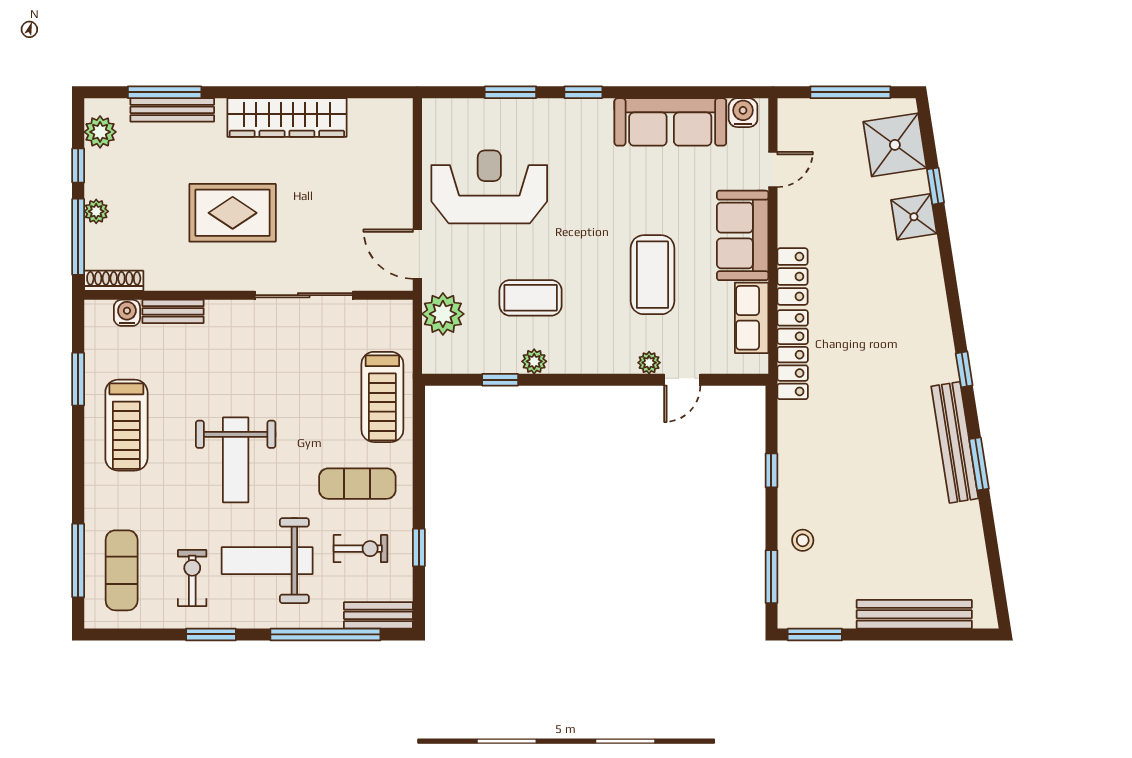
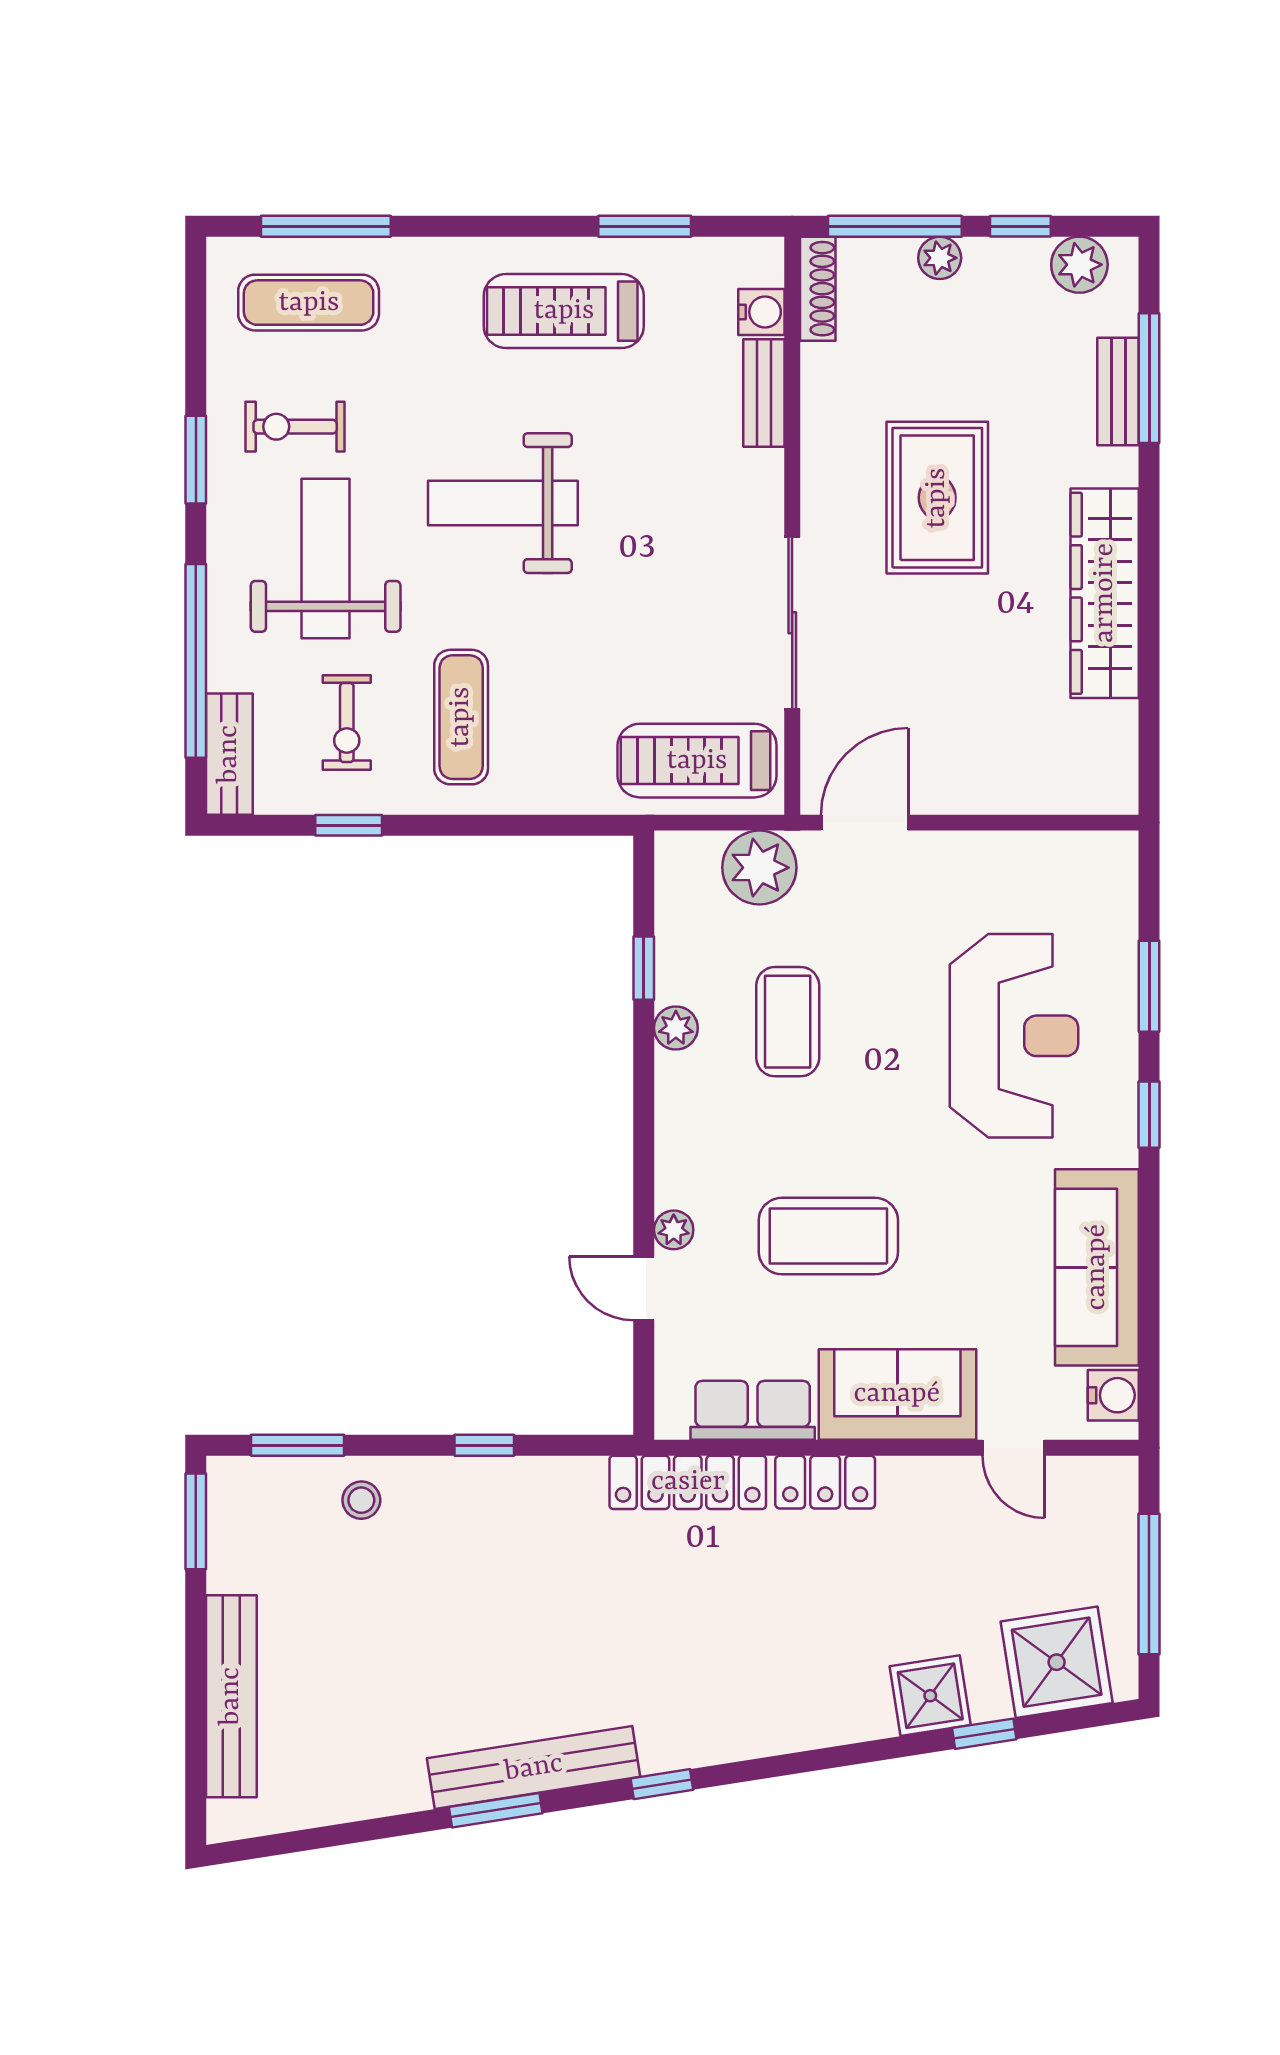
bench: (172, 110) -> (1118, 392), width x0.73
reception desk: (489, 187) -> (1014, 1036), moved
treadmill: (382, 397) -> (697, 761), moved
exercise bike: (192, 578) -> (295, 427), turned 180

